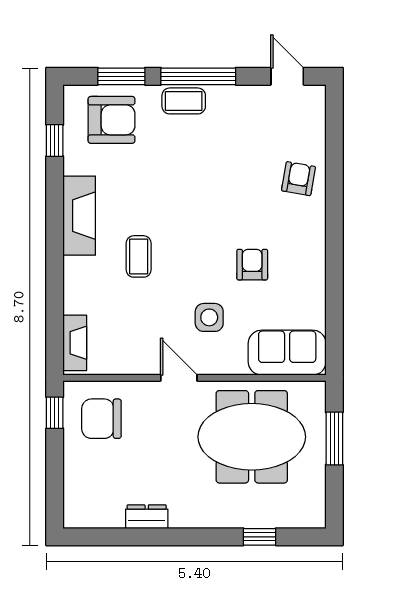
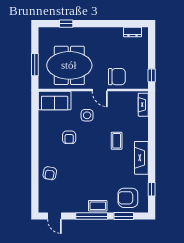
chair: (101, 419) -> (117, 77), moved
dresser: (147, 517) -> (133, 32), moved

